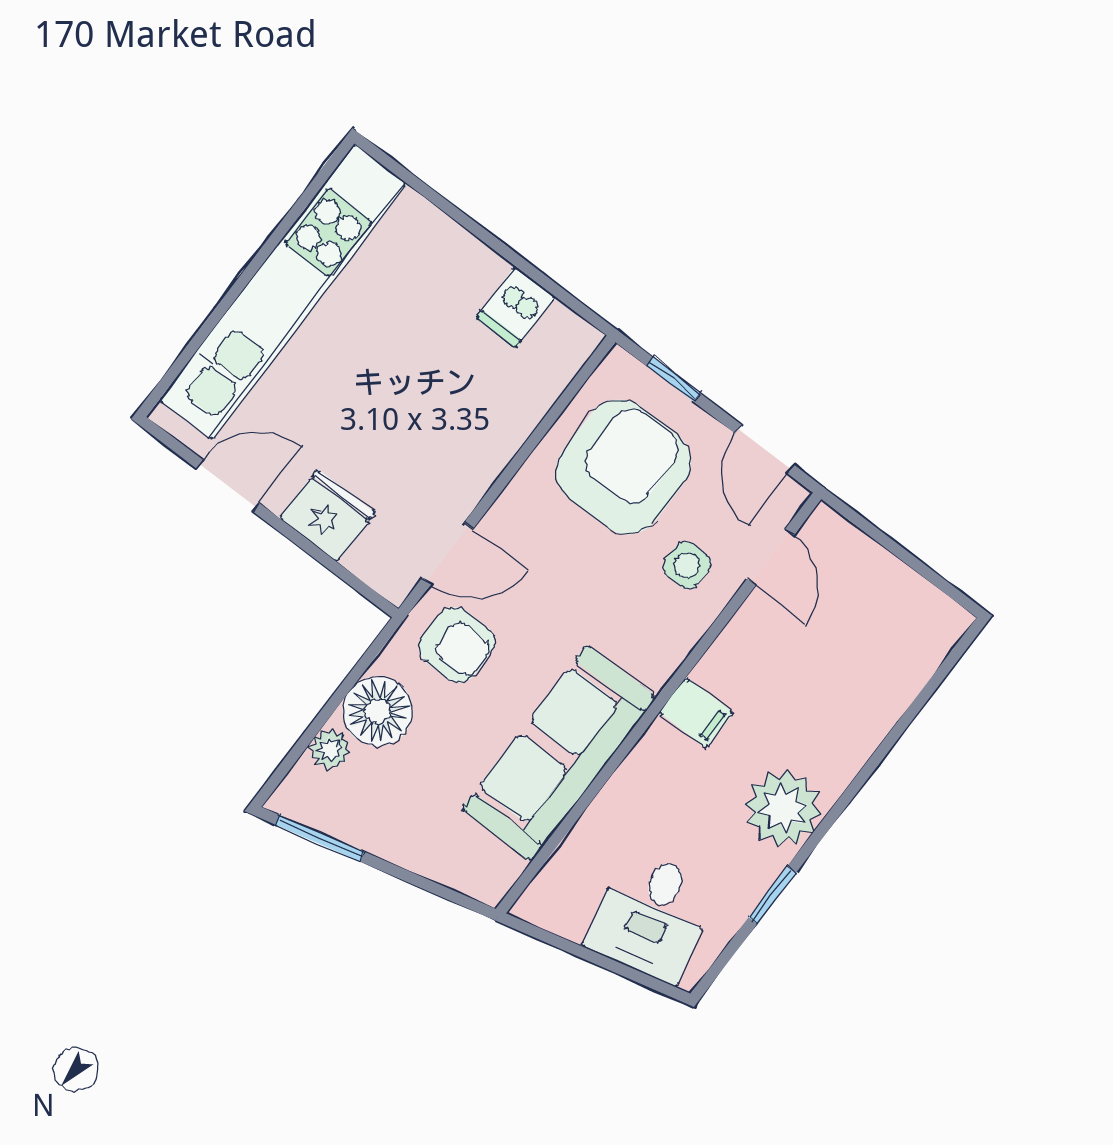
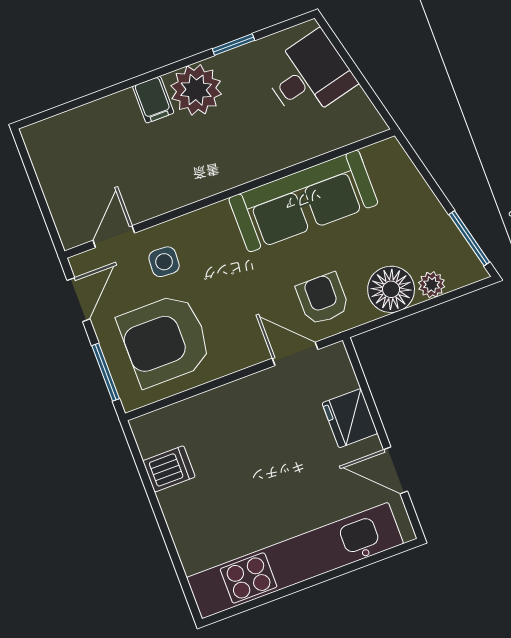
window: (673, 379) -> (106, 372), width x1.50
filing cabinet: (696, 713) -> (153, 100), moved, turned 180

